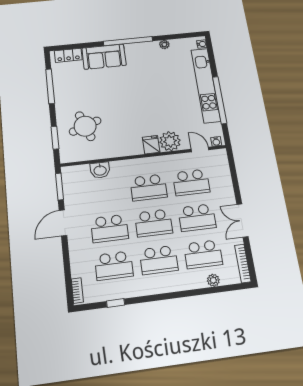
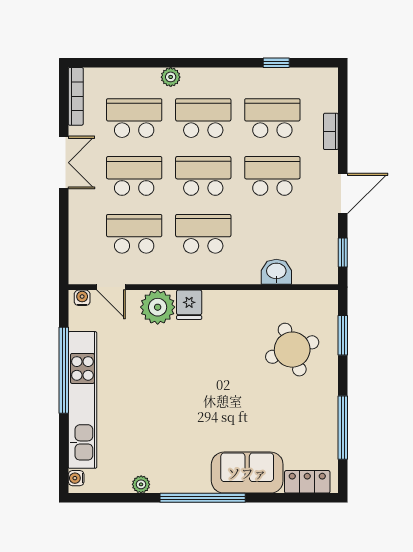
window: (60, 186) -> (343, 252), width x0.67
plant: (213, 280) -> (171, 77), moved
bookcase: (77, 290) -> (331, 131), moved

